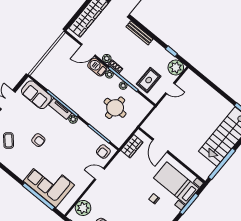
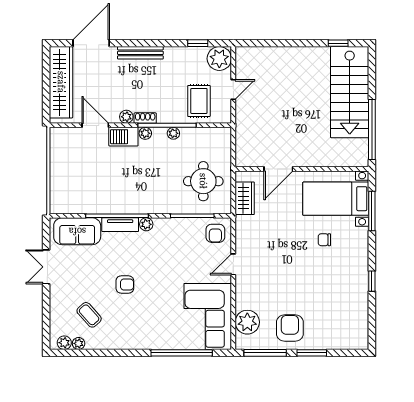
door: (88, 50) -> (95, 125), swing flipped
round table: (115, 108) -> (203, 181), moved
door: (160, 145) -> (278, 169), hinge flipped
corner sofa: (49, 183) -> (208, 316), moved, turned -90

